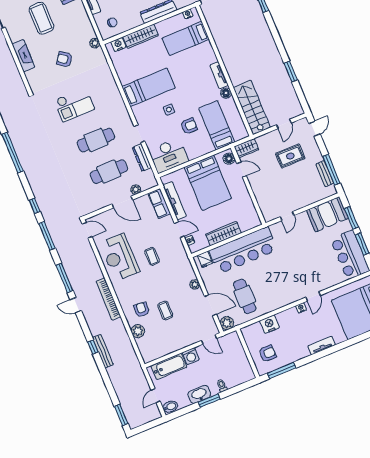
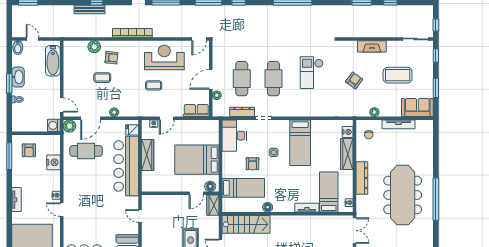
plant: (95, 43) -> (374, 112), moved
tv unit: (219, 75) -> (307, 208), moved
tv unit: (175, 201) -> (193, 125), removed
door: (209, 339) -> (62, 105), swing flipped
washing machine: (191, 356) -> (54, 125), moved

